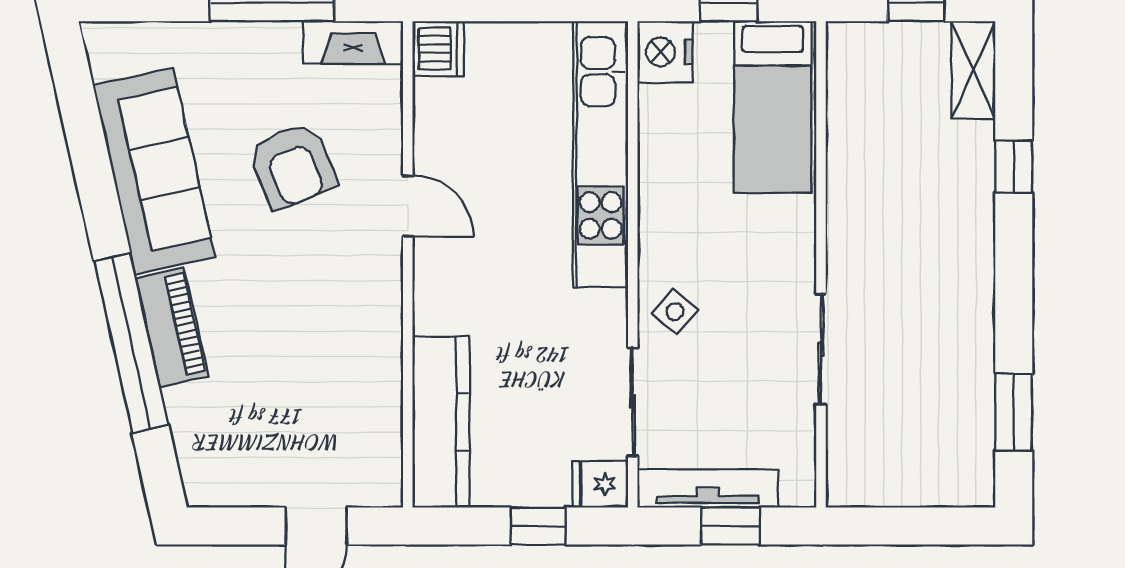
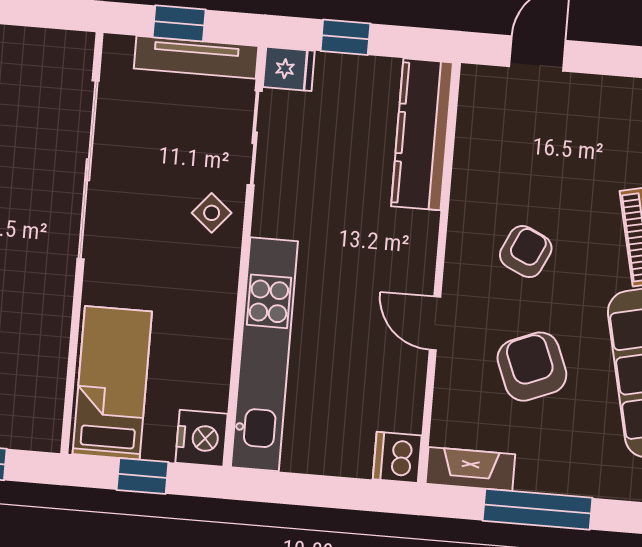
armchair: (311, 297) -> (526, 252), added
sliding door: (821, 349) -> (88, 170), width x1.86

